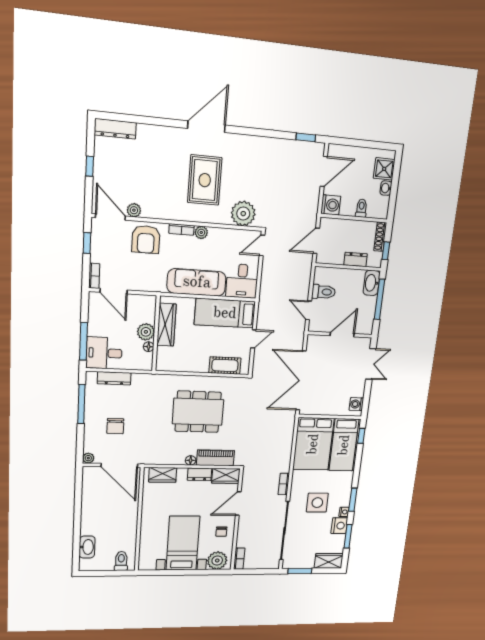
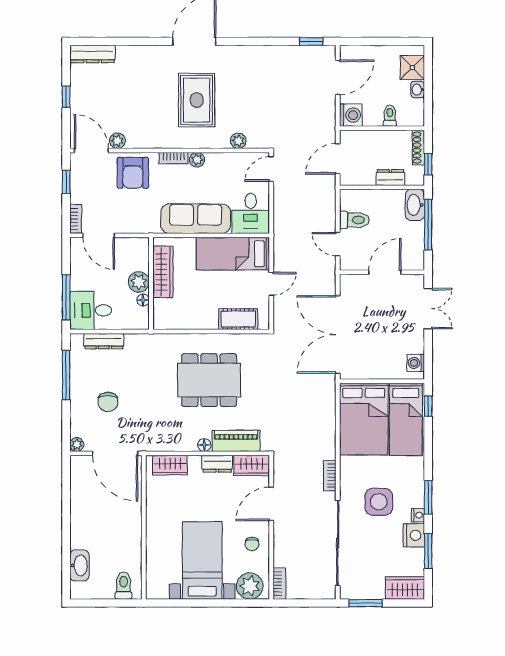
plant: (243, 214) -> (238, 141), width x0.53, depth x0.53

